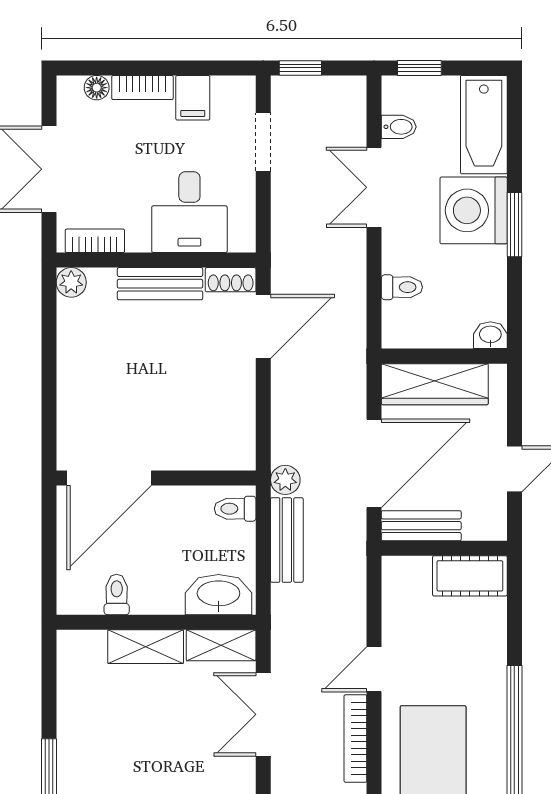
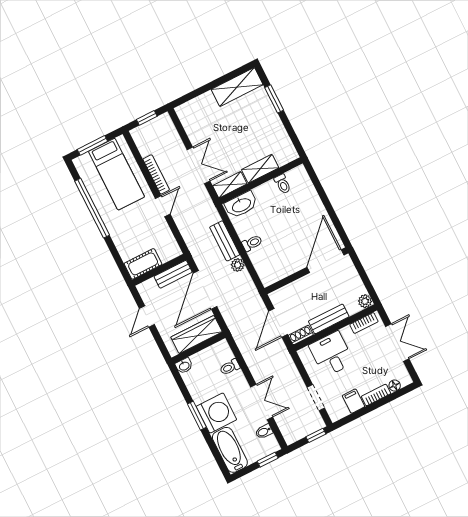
door: (109, 478) -> (325, 261), moved
wall: (156, 478) -> (306, 271), moved

